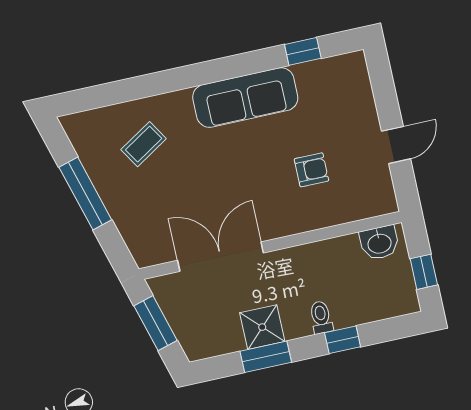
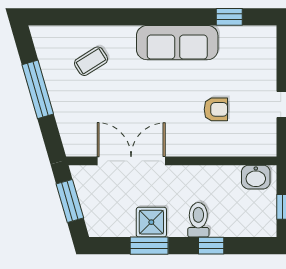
toilet: (321, 317) -> (198, 220), width x1.37, depth x1.39

